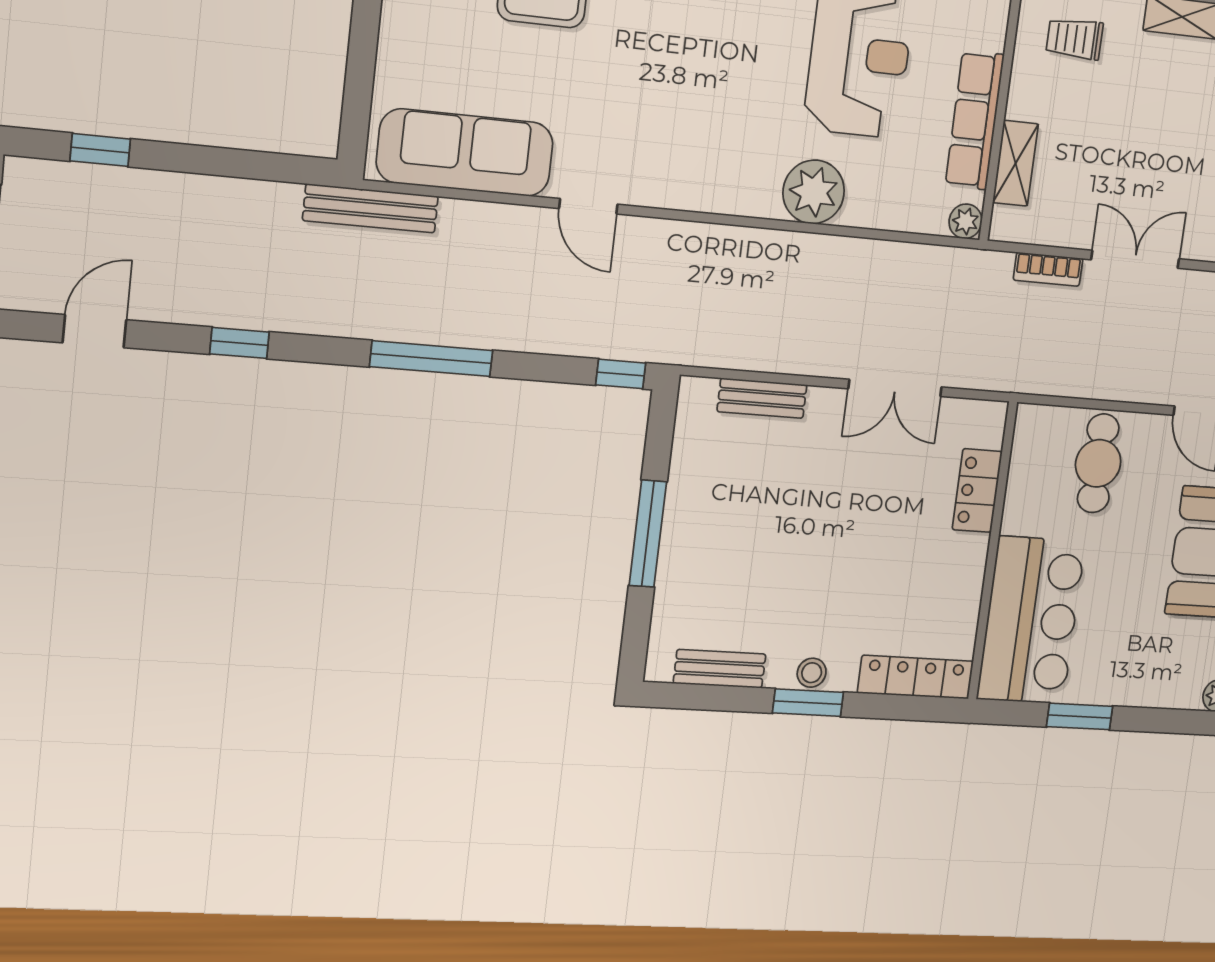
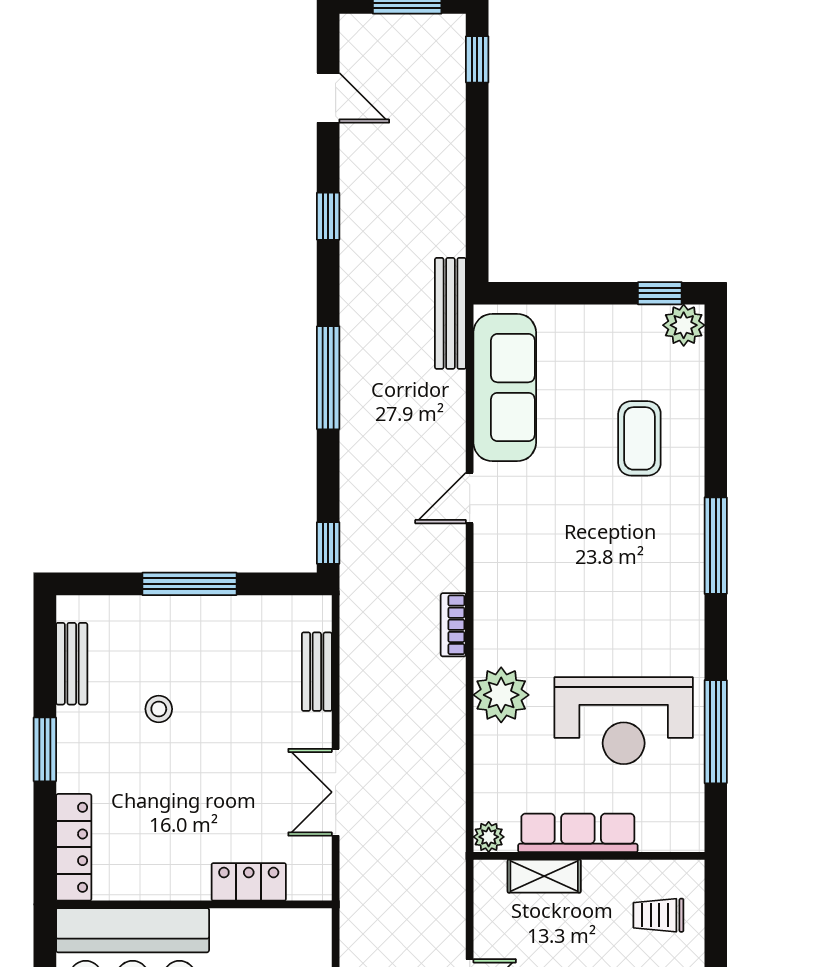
trolley: (1075, 39) -> (658, 915), turned -90
window: (100, 150) -> (477, 59), moved
bookcase: (1048, 269) -> (453, 625), moved
stool: (812, 673) -> (159, 709), moved

